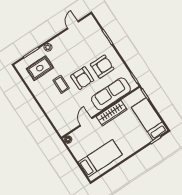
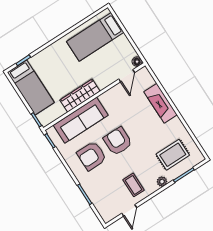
coffee table: (61, 84) -> (134, 185), moved
fireplace: (50, 108) -> (161, 103), added
door: (86, 122) -> (127, 76), moved

